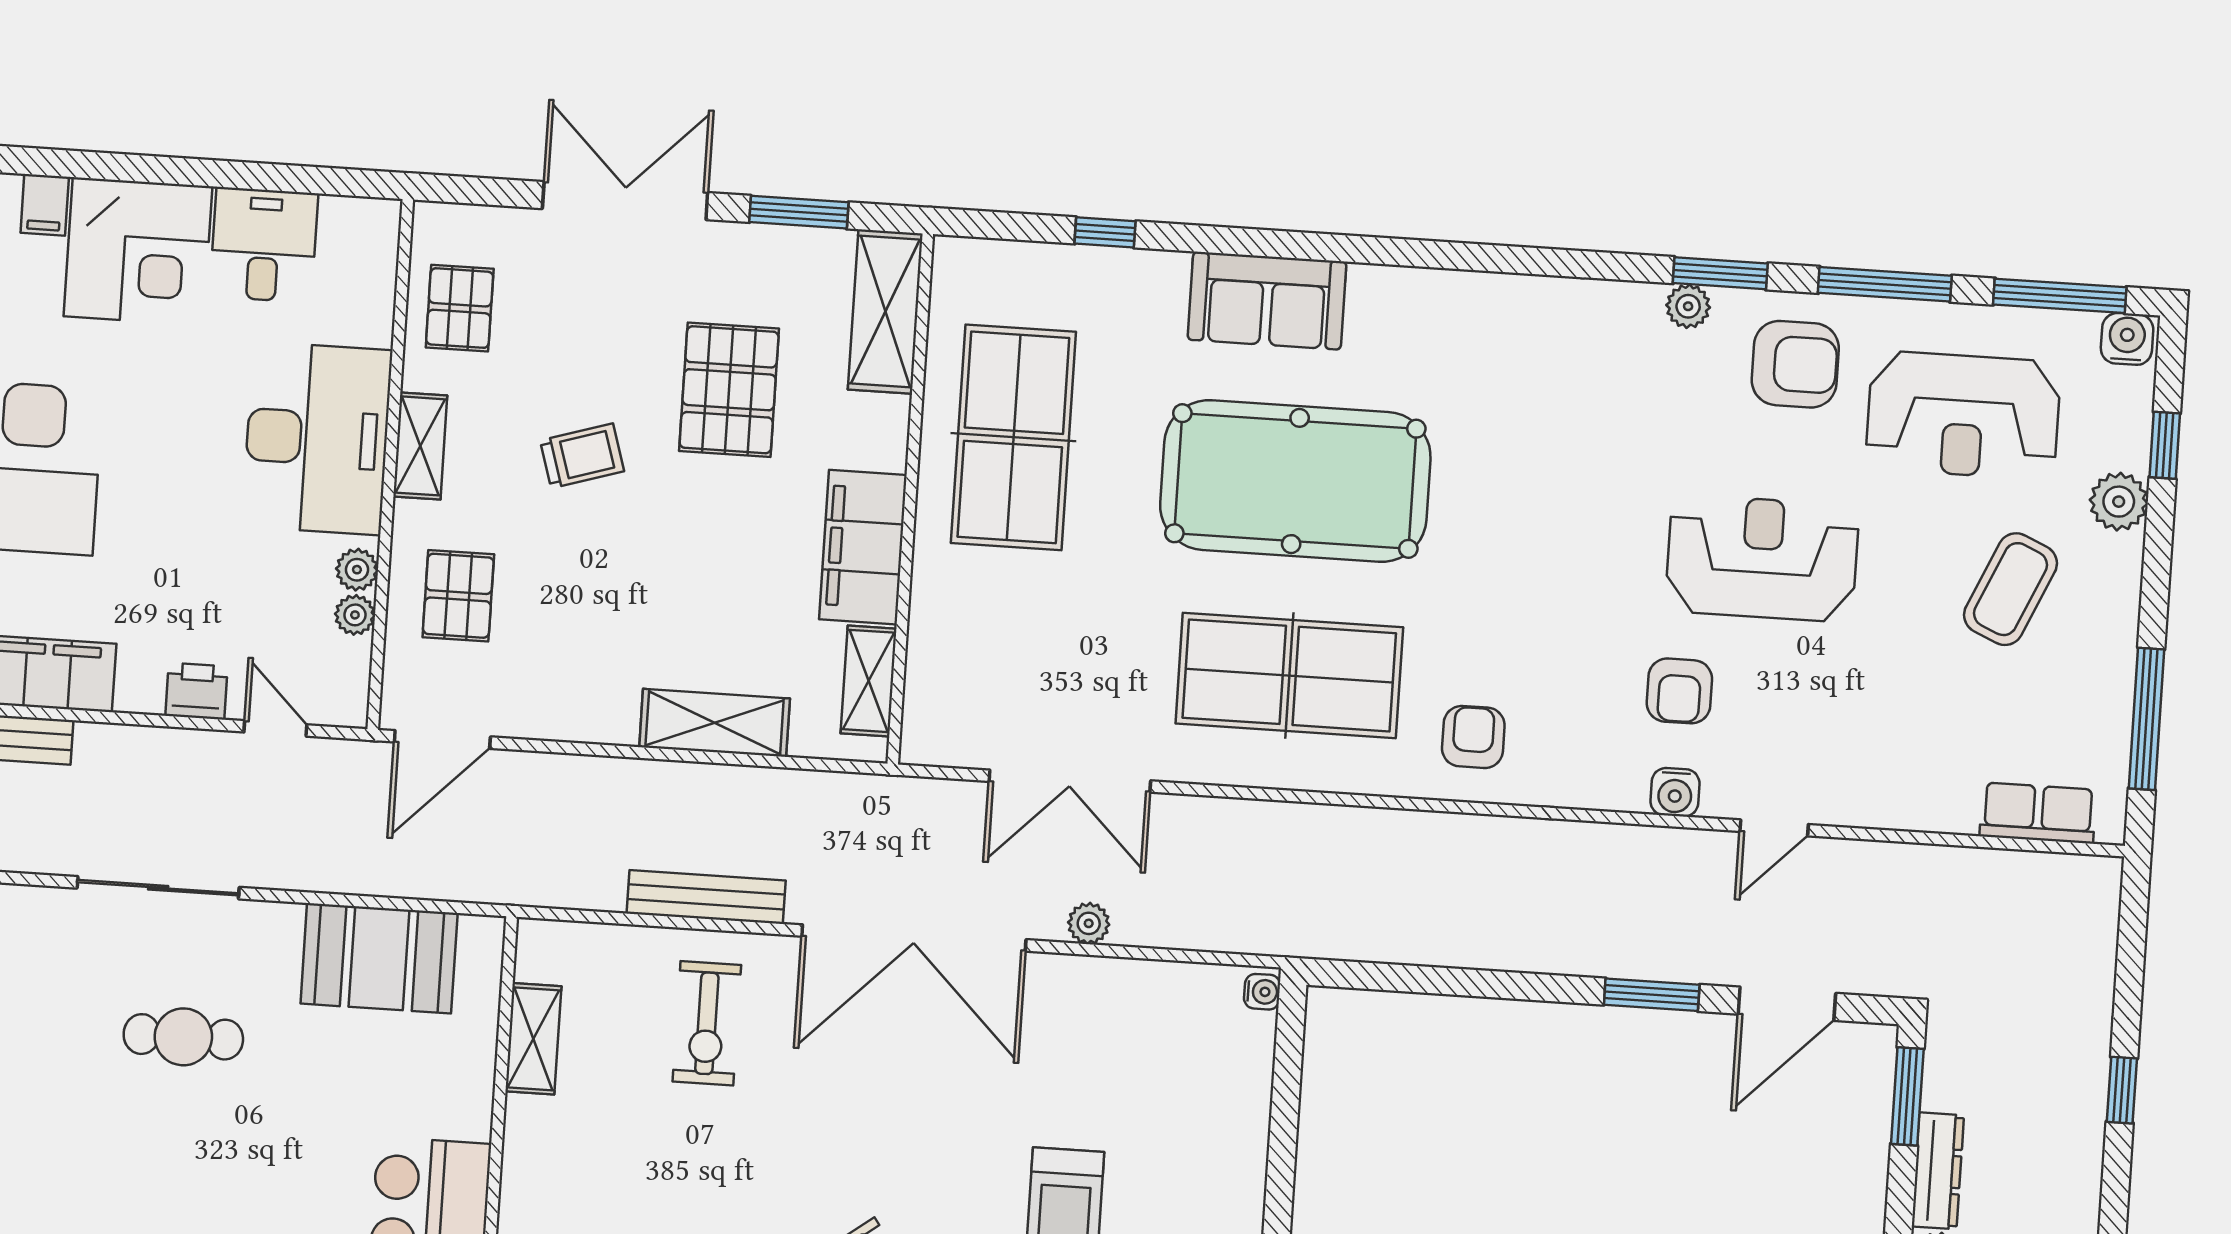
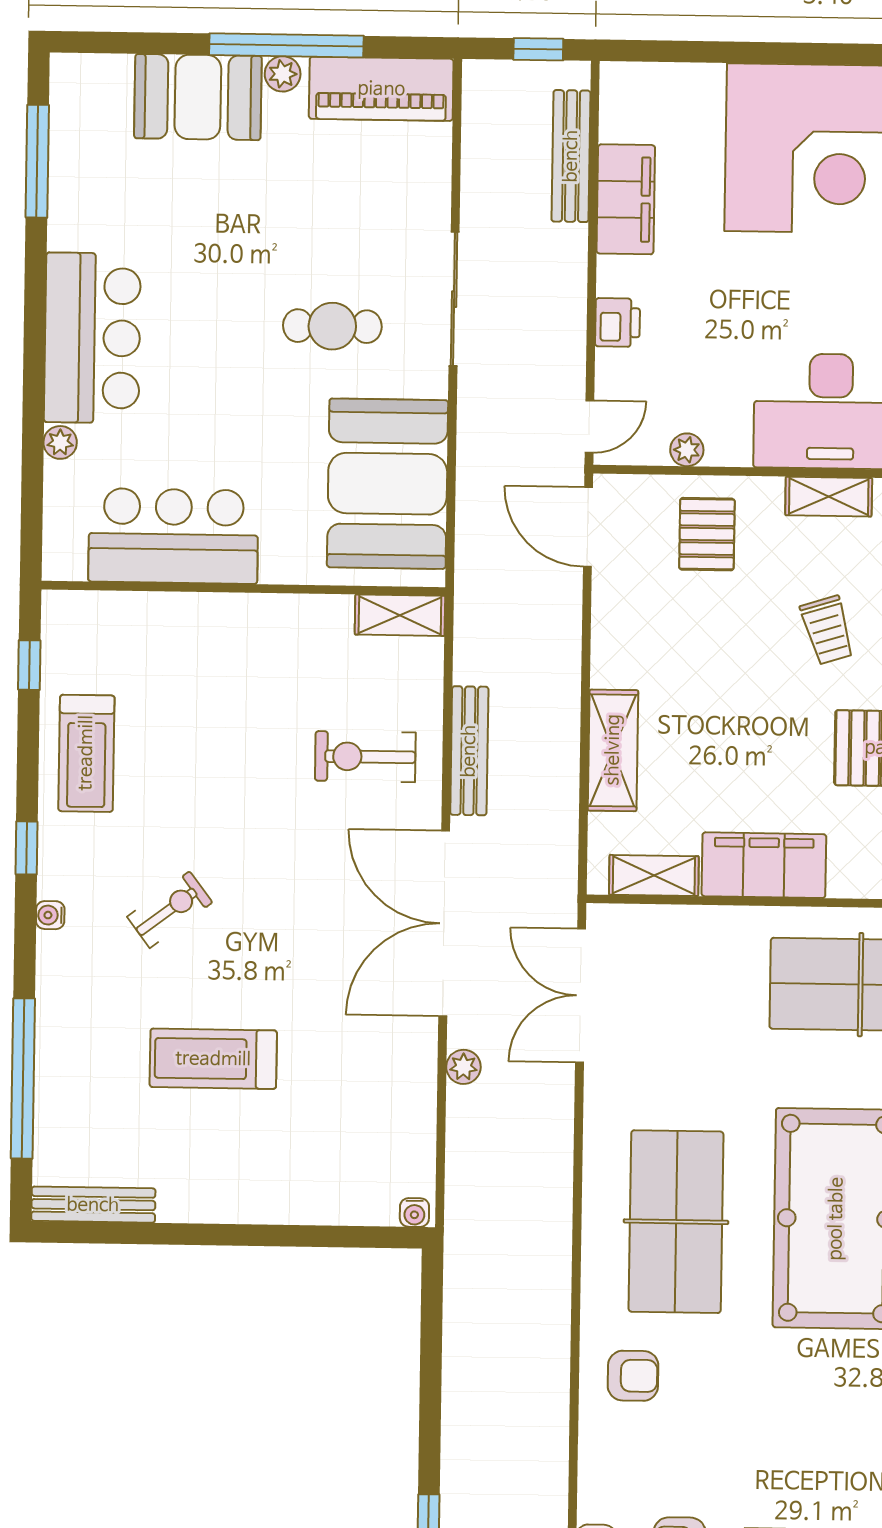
plant: (357, 570) -> (724, 450), removed
pallet: (458, 596) -> (707, 534), turned 90
door: (275, 728) -> (590, 426), moved
double door: (1070, 781) -> (581, 996), moved
booth: (379, 958) -> (388, 484), width x1.36, depth x1.42
cafe table: (183, 1037) -> (332, 326), turned 90
shelving: (533, 1039) -> (400, 615), moved

